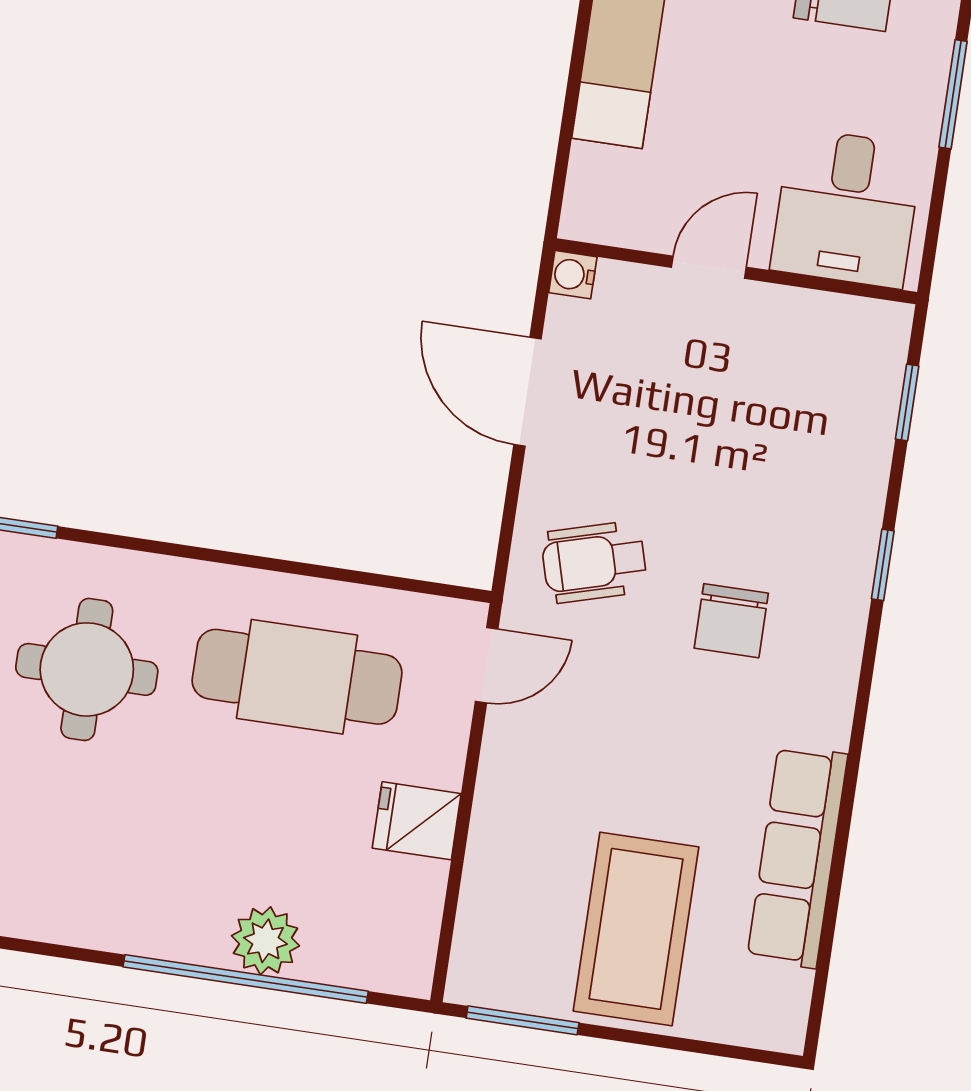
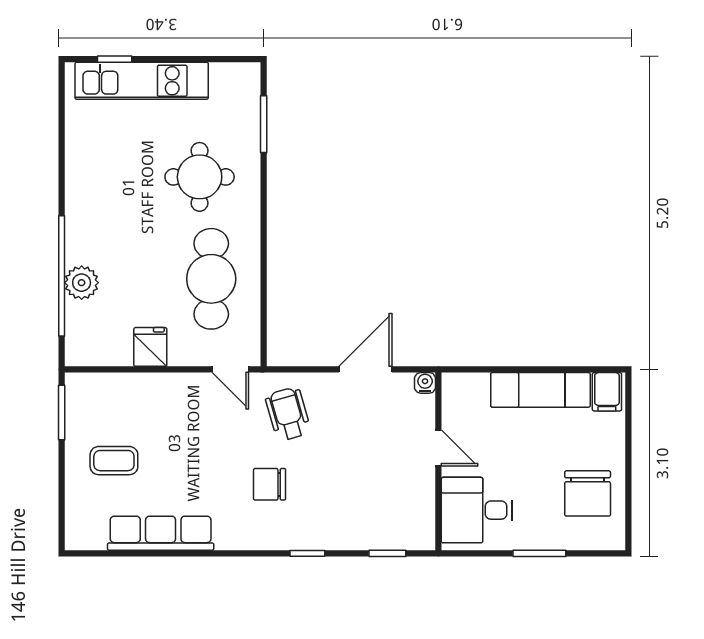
coffee table: (636, 929) -> (114, 461), width x0.54, depth x0.58

